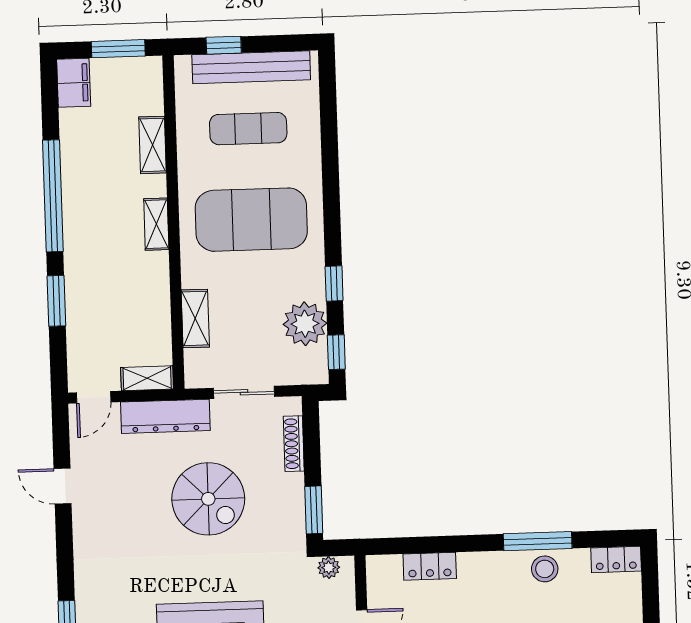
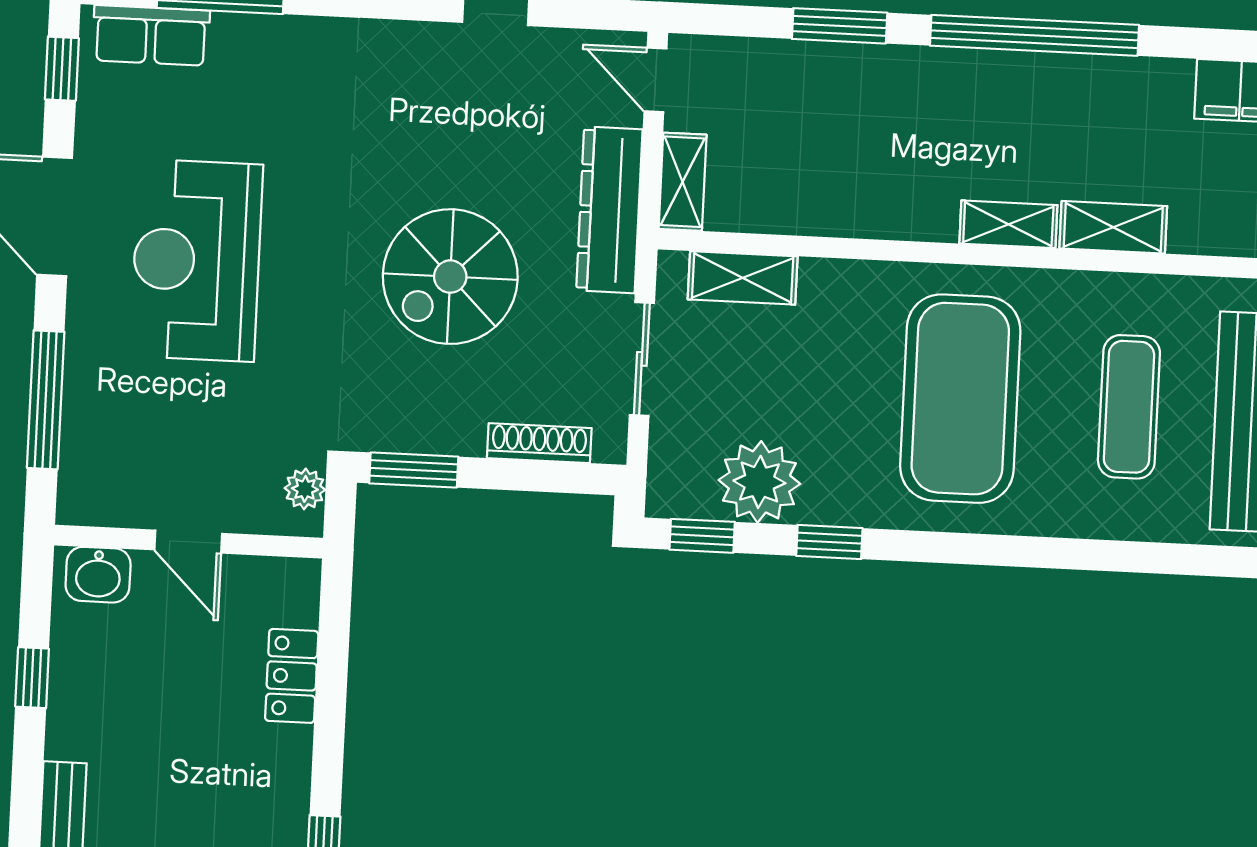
shelving: (156, 224) -> (1008, 224), moved
shelving: (195, 318) -> (743, 278), moved

